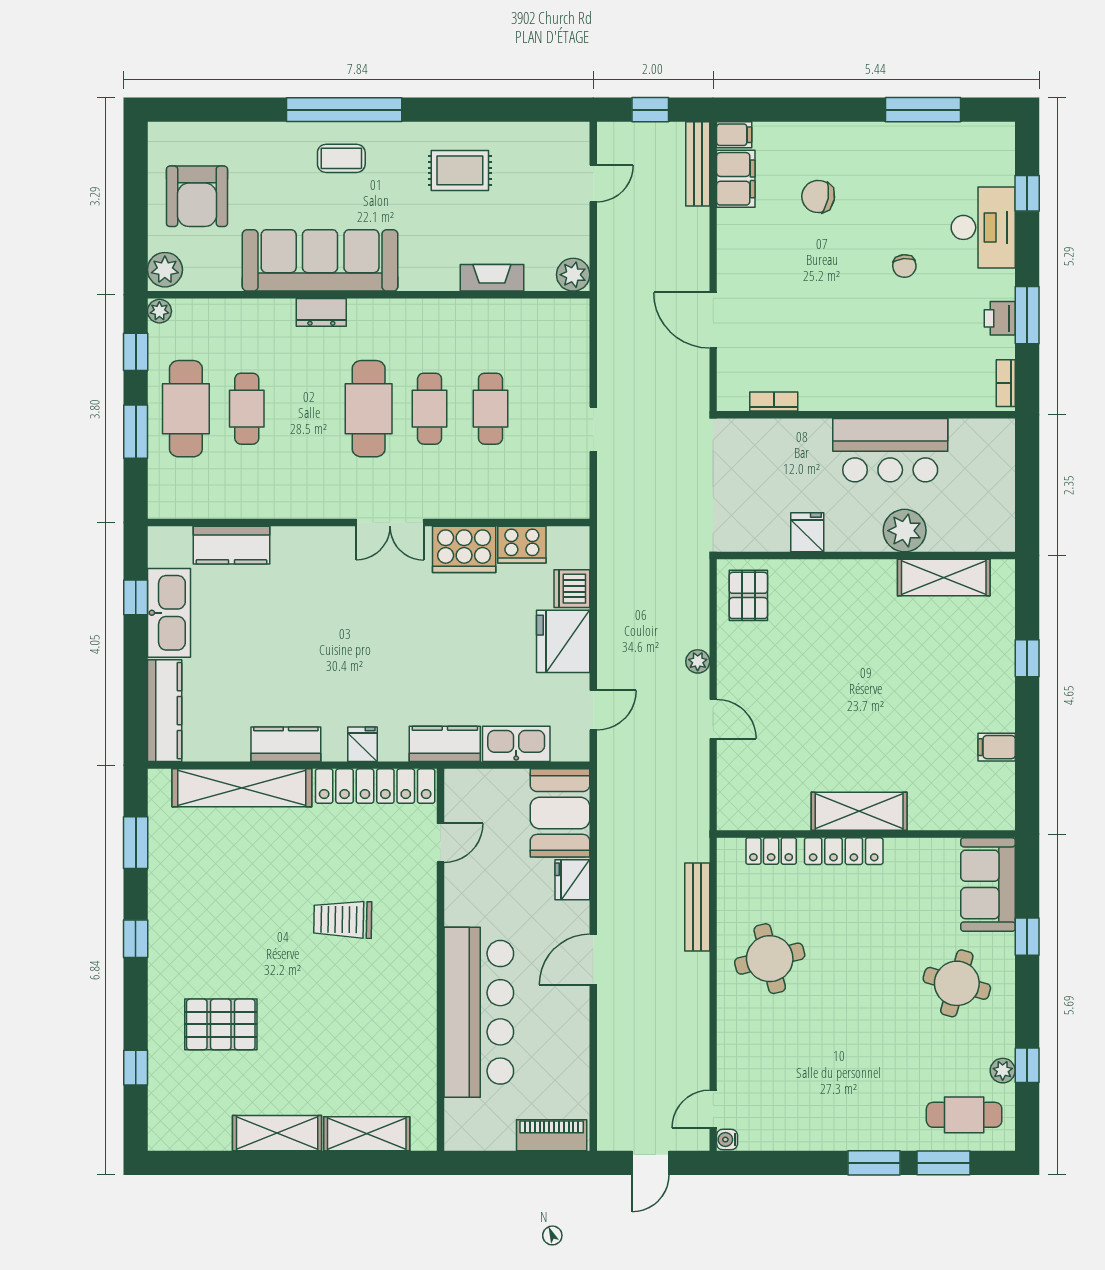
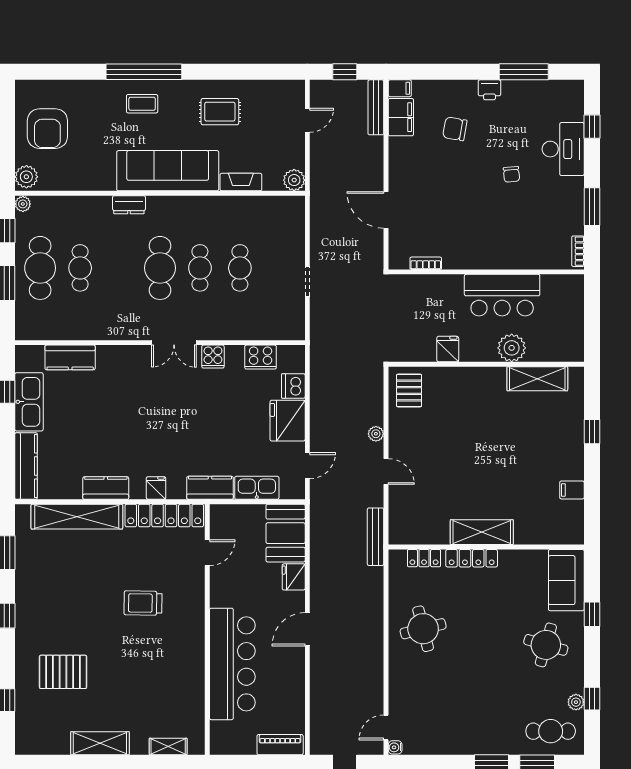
sofa: (320, 260) -> (168, 171), moved
printer: (1000, 318) -> (489, 90), moved, turned -90
cooker: (464, 549) -> (213, 357), width x0.53, depth x0.76
bench: (697, 907) -> (376, 537), moved
shelving: (367, 1134) -> (168, 746), width x0.67, depth x0.75

